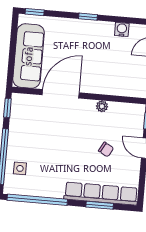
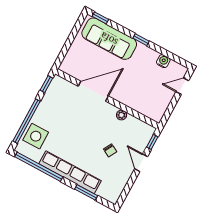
sofa: (29, 56) -> (109, 39), moved, turned 90
side table: (20, 168) -> (36, 136), width x1.87, depth x1.87
row of seats: (101, 194) -> (70, 172), moved

